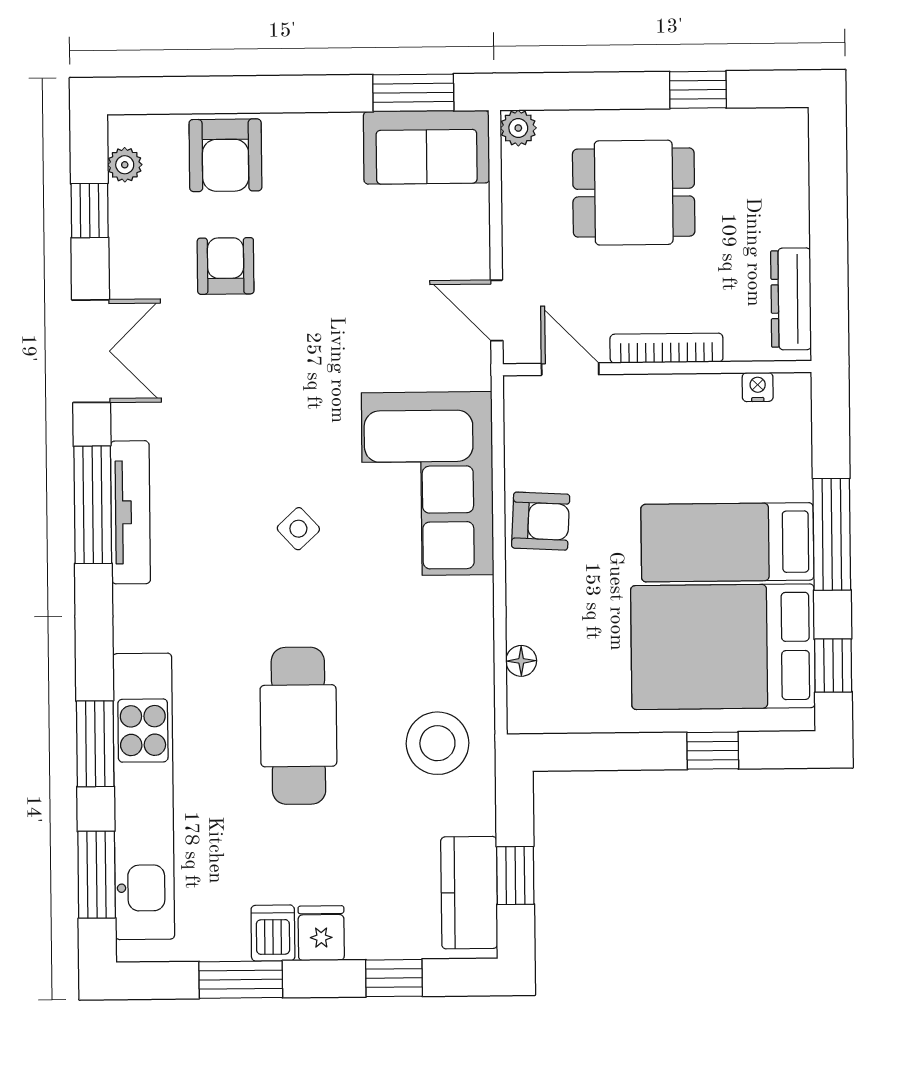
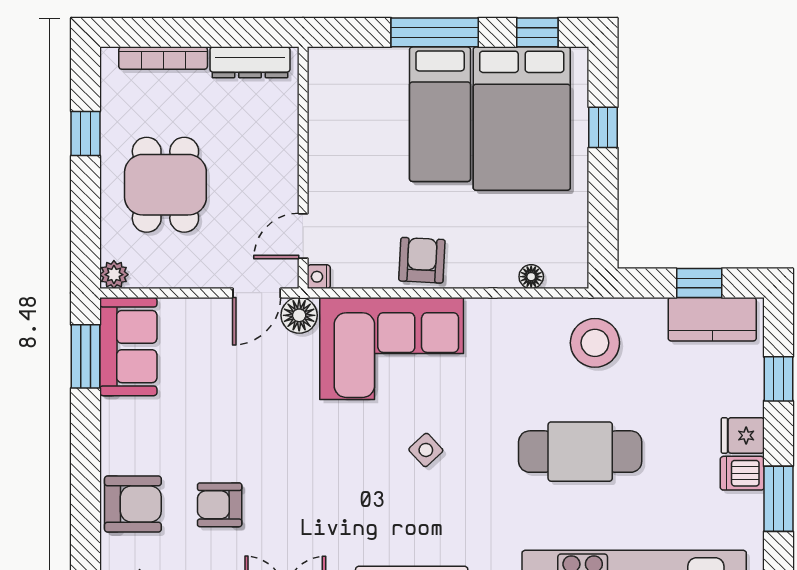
bookcase: (666, 348) -> (163, 58), moved, turned -90
floor lamp: (469, 365) -> (299, 315), added
nightstand: (758, 387) -> (319, 277), moved

